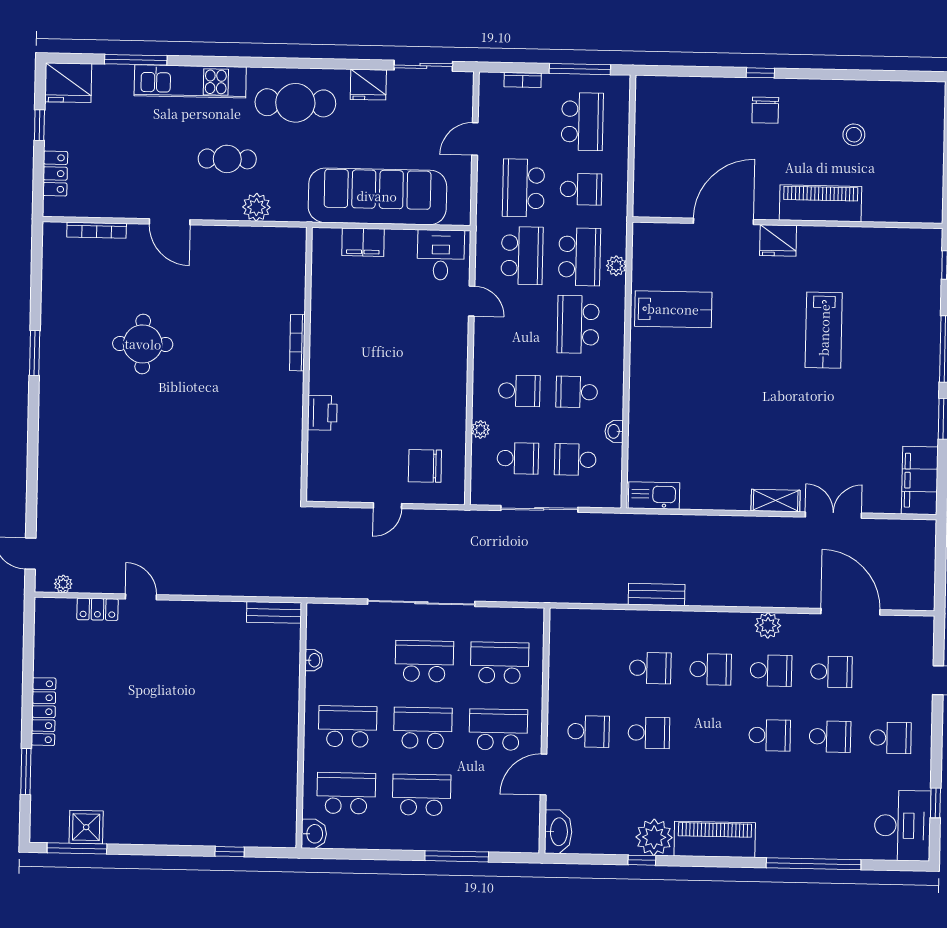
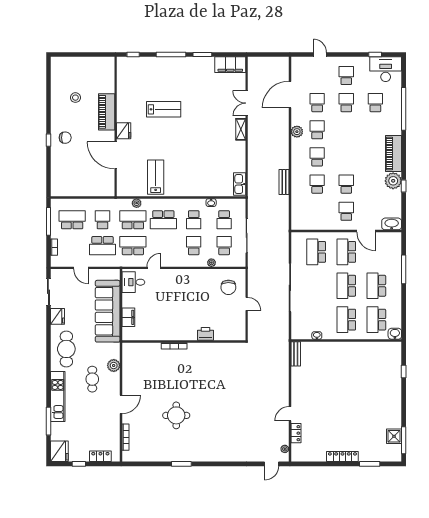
school desk: (424, 661) -> (316, 286), removed
school desk: (770, 735) -> (375, 103), moved

